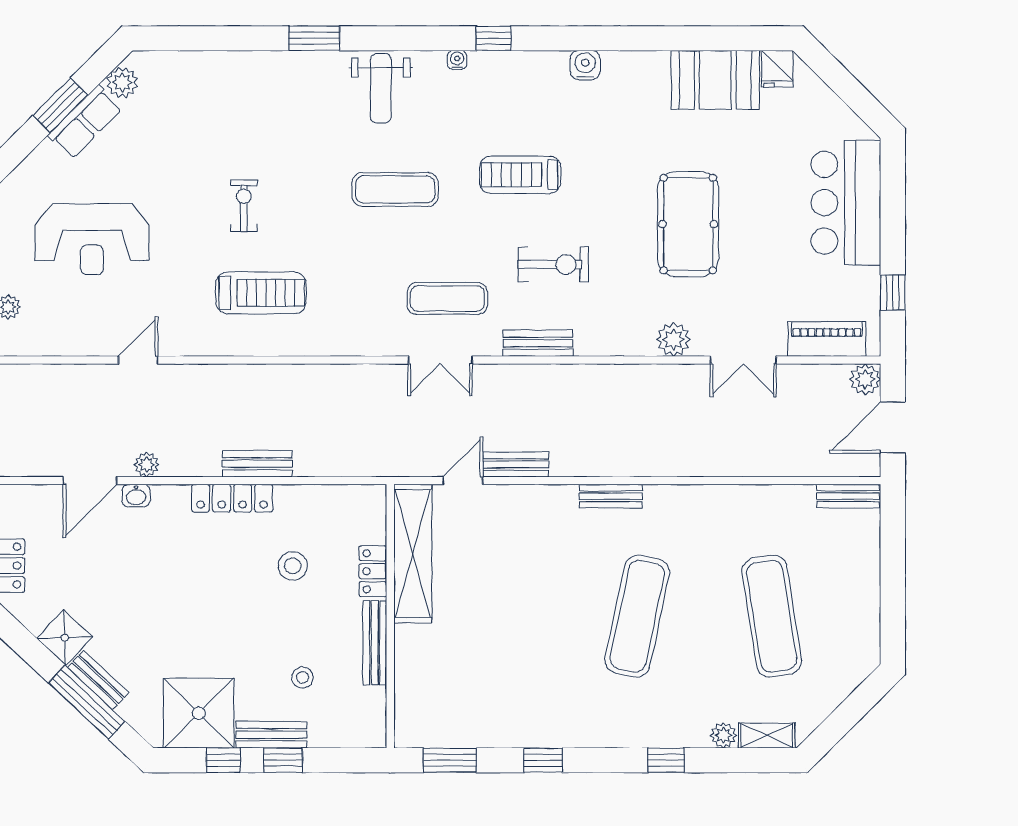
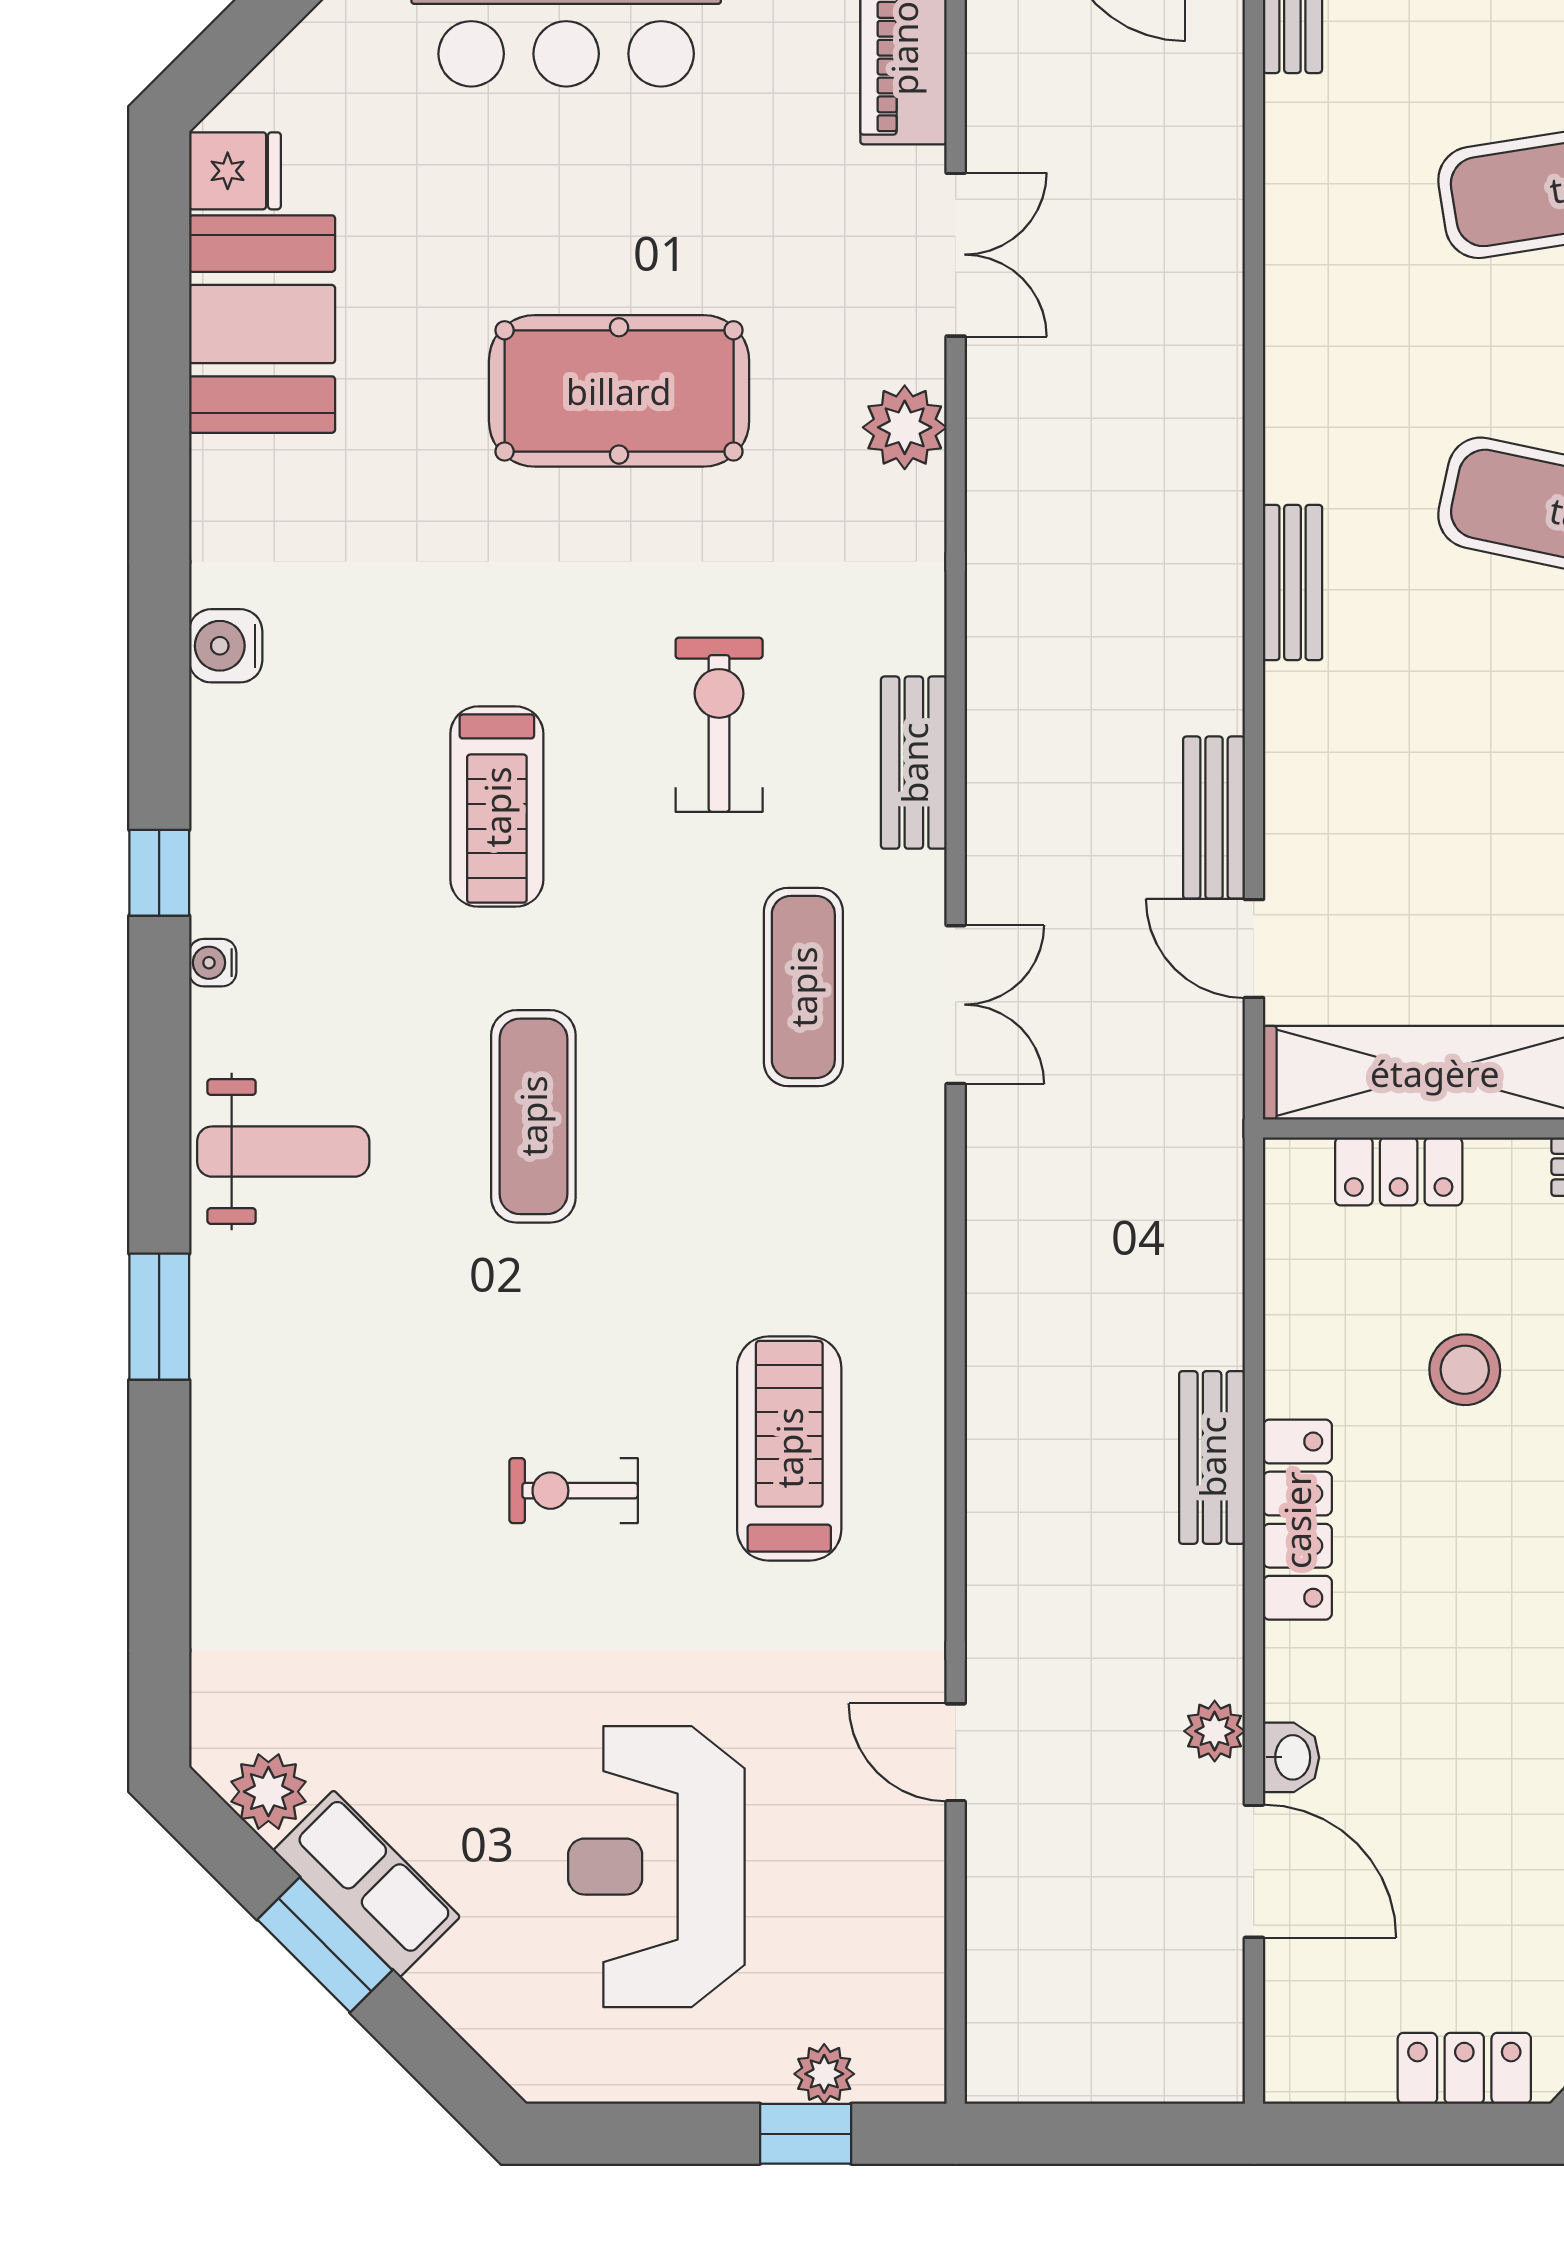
reception desk: (92, 239) -> (656, 1867), turned 180
locker: (373, 571) -> (1399, 1171), moved

